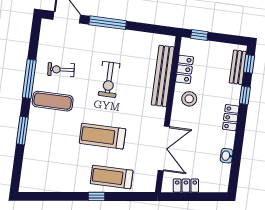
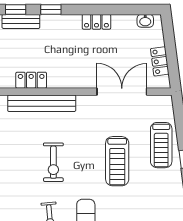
exercise bike: (109, 79) -> (53, 162), turned 90
stool: (189, 99) -> (63, 71), removed
locker: (231, 118) -> (96, 22), moved
washbasin: (227, 156) -> (145, 21), moved

